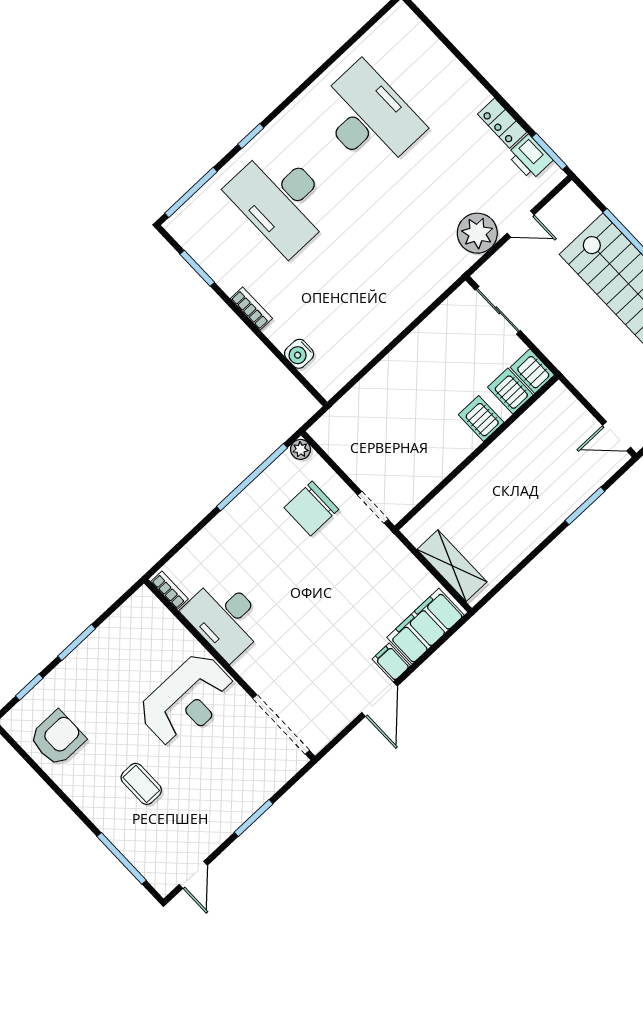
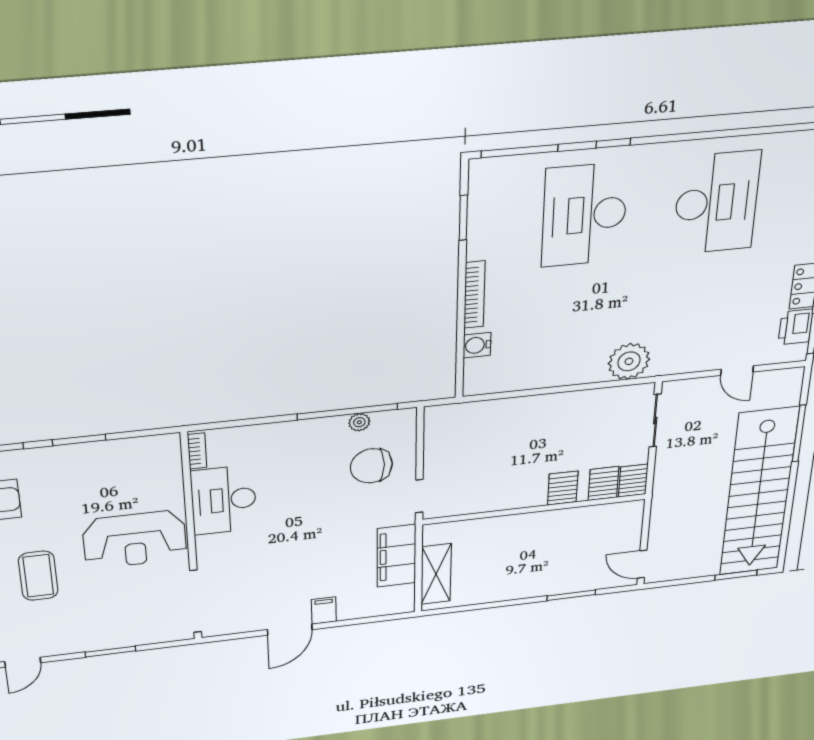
plant: (477, 233) -> (629, 361), moved
bookcase: (251, 309) -> (474, 295), width x1.56
plant: (300, 449) -> (359, 422), moved
filing cabinet: (425, 626) -> (396, 556), moved, turned -90
coffee table: (141, 784) -> (38, 576), width x1.36, depth x1.30

